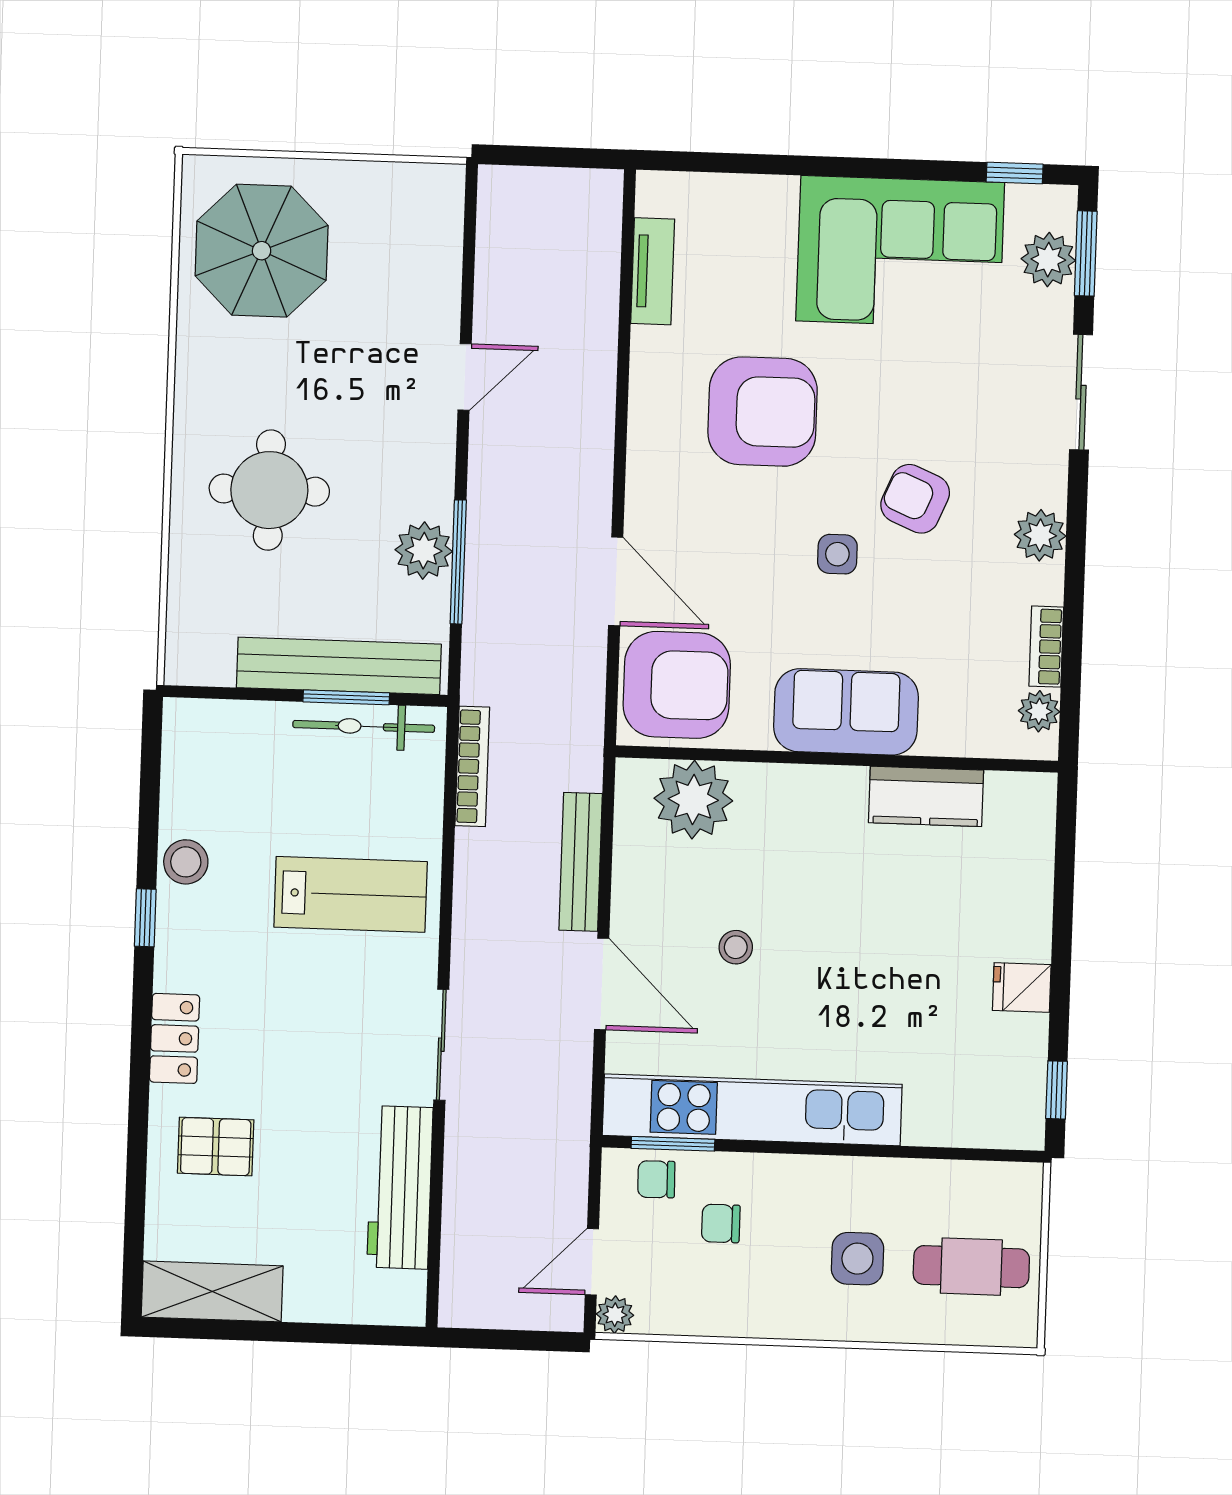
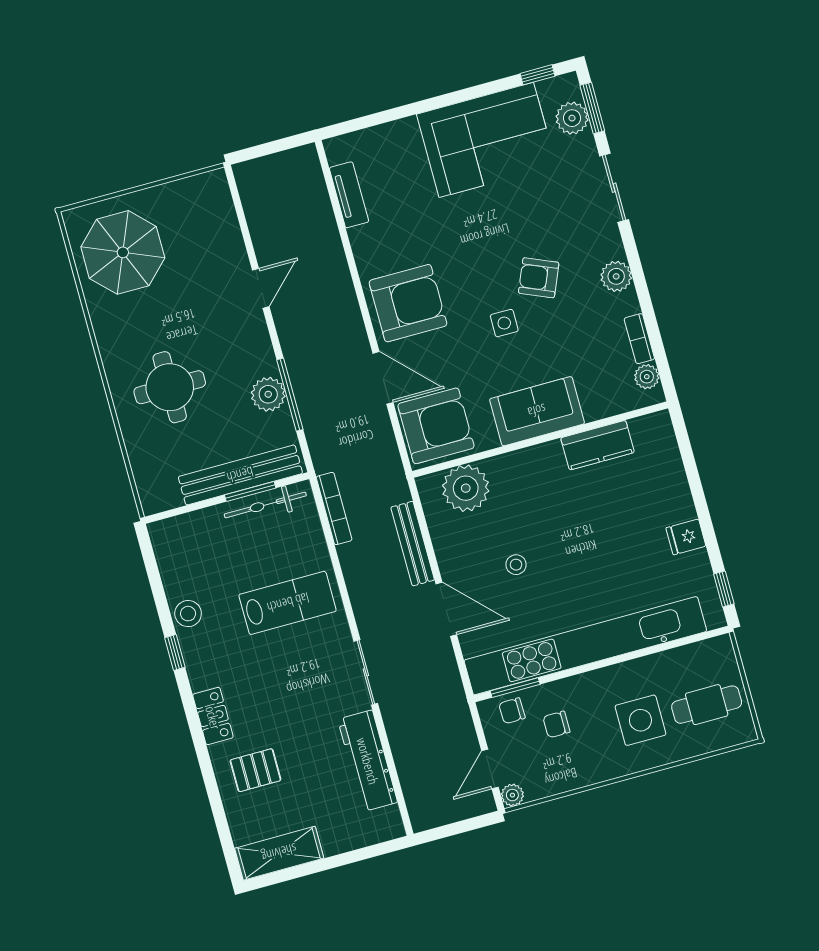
armchair: (763, 412) -> (408, 303), moved
kitchen unit: (752, 1110) -> (585, 646), width x1.36
side table: (857, 1259) -> (640, 720), width x1.37, depth x1.37

